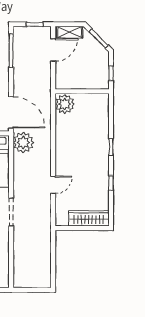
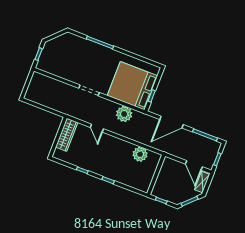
plant: (65, 104) -> (140, 154), moved
door: (11, 112) -> (172, 122), moved
plant: (23, 143) -> (124, 114), moved
wardrobe: (89, 218) -> (67, 135), moved

